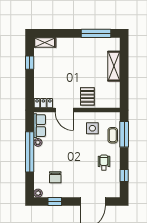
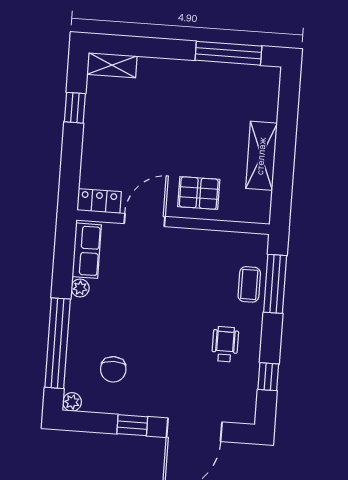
shelving: (114, 66) -> (261, 156), moved
pallet: (87, 96) -> (199, 193), turned 90
door: (64, 110) -> (145, 220), swing flipped
side table: (92, 128) -> (205, 265), removed
window: (30, 152) -> (58, 343), moved
window: (55, 201) -> (132, 425), moved

